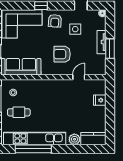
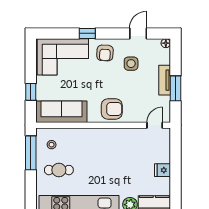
armchair: (62, 54) -> (112, 109), moved, turned 180
door: (79, 77) -> (155, 125), moved
fridge: (100, 100) -> (162, 170), moved

